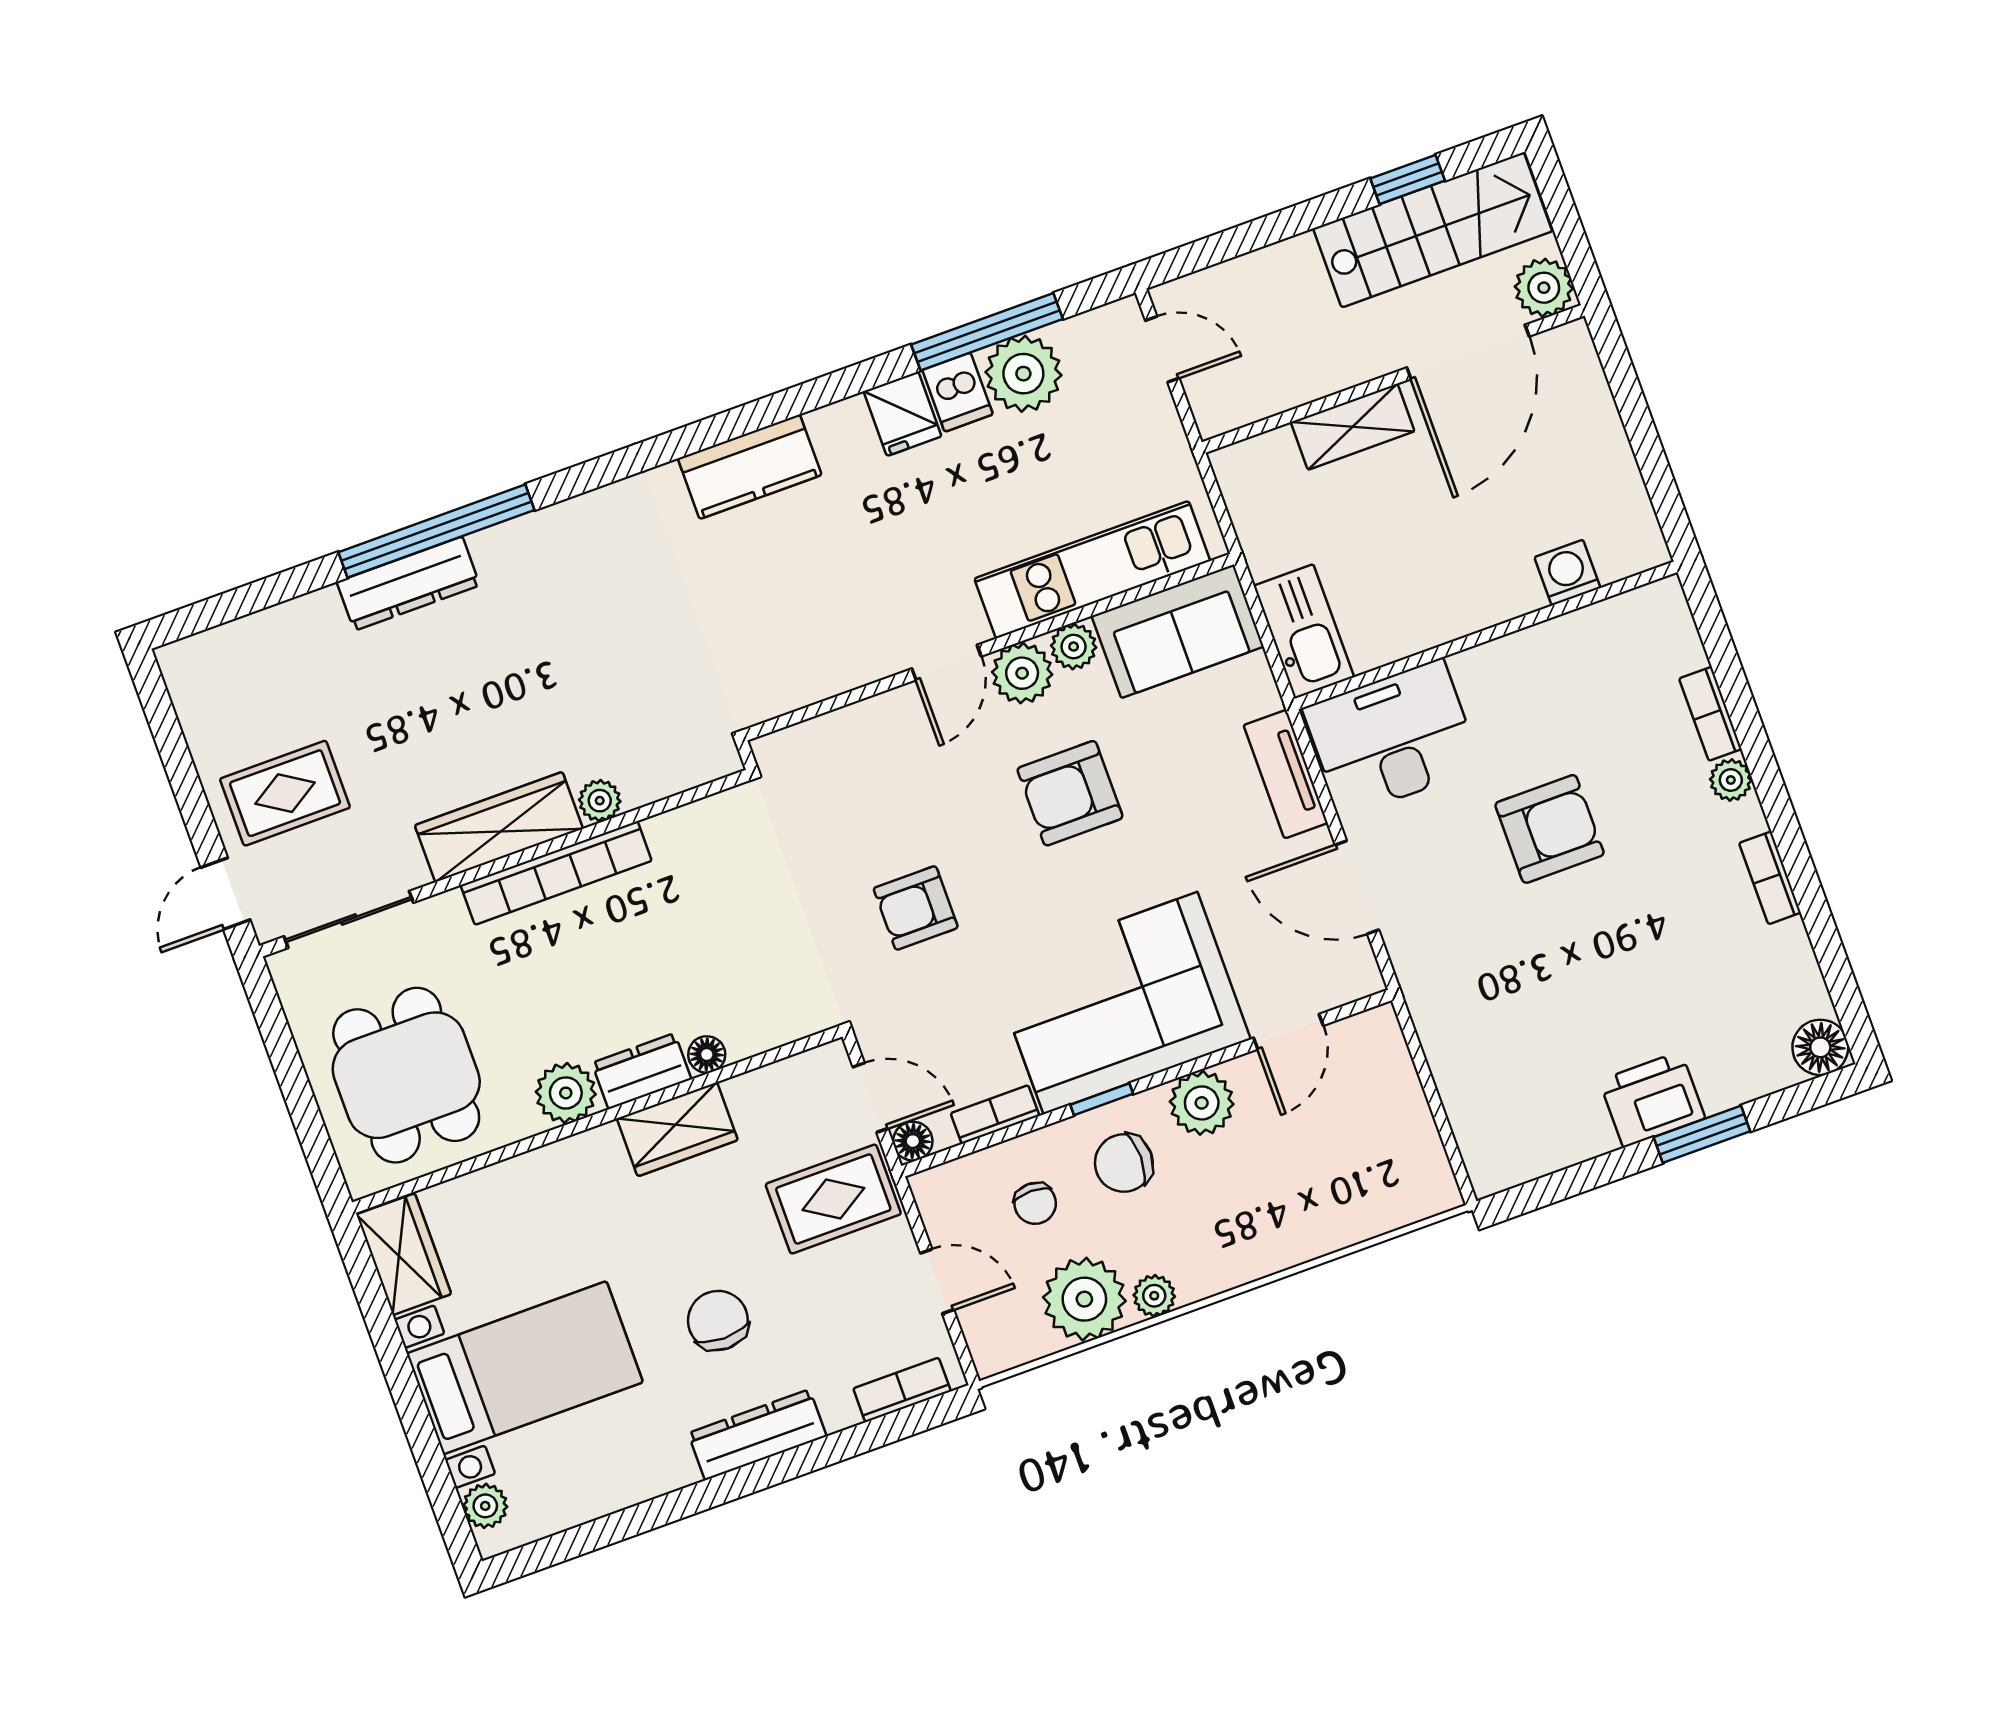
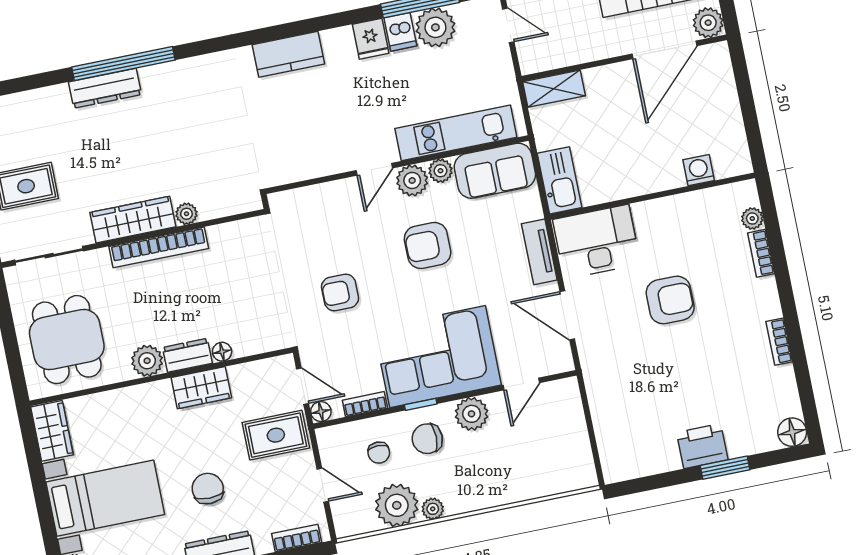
shelving: (1353, 427) -> (554, 89), moved
plant: (1731, 780) -> (752, 218), moved

